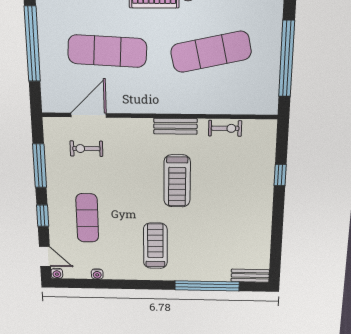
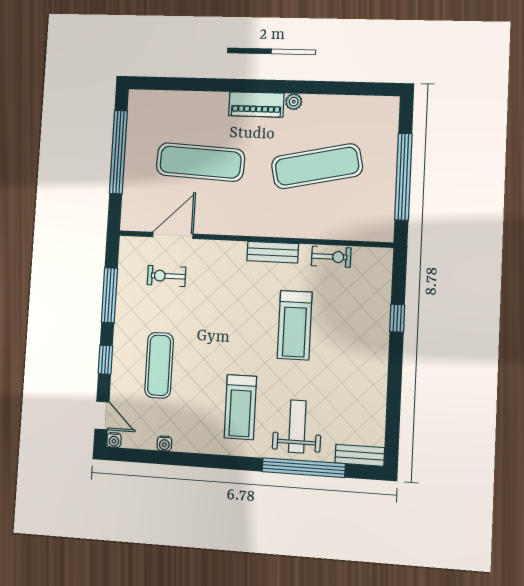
treadmill: (177, 181) -> (295, 325), moved
treadmill: (155, 246) -> (240, 407), turned 180
weight bench: (201, 258) -> (297, 426), added

